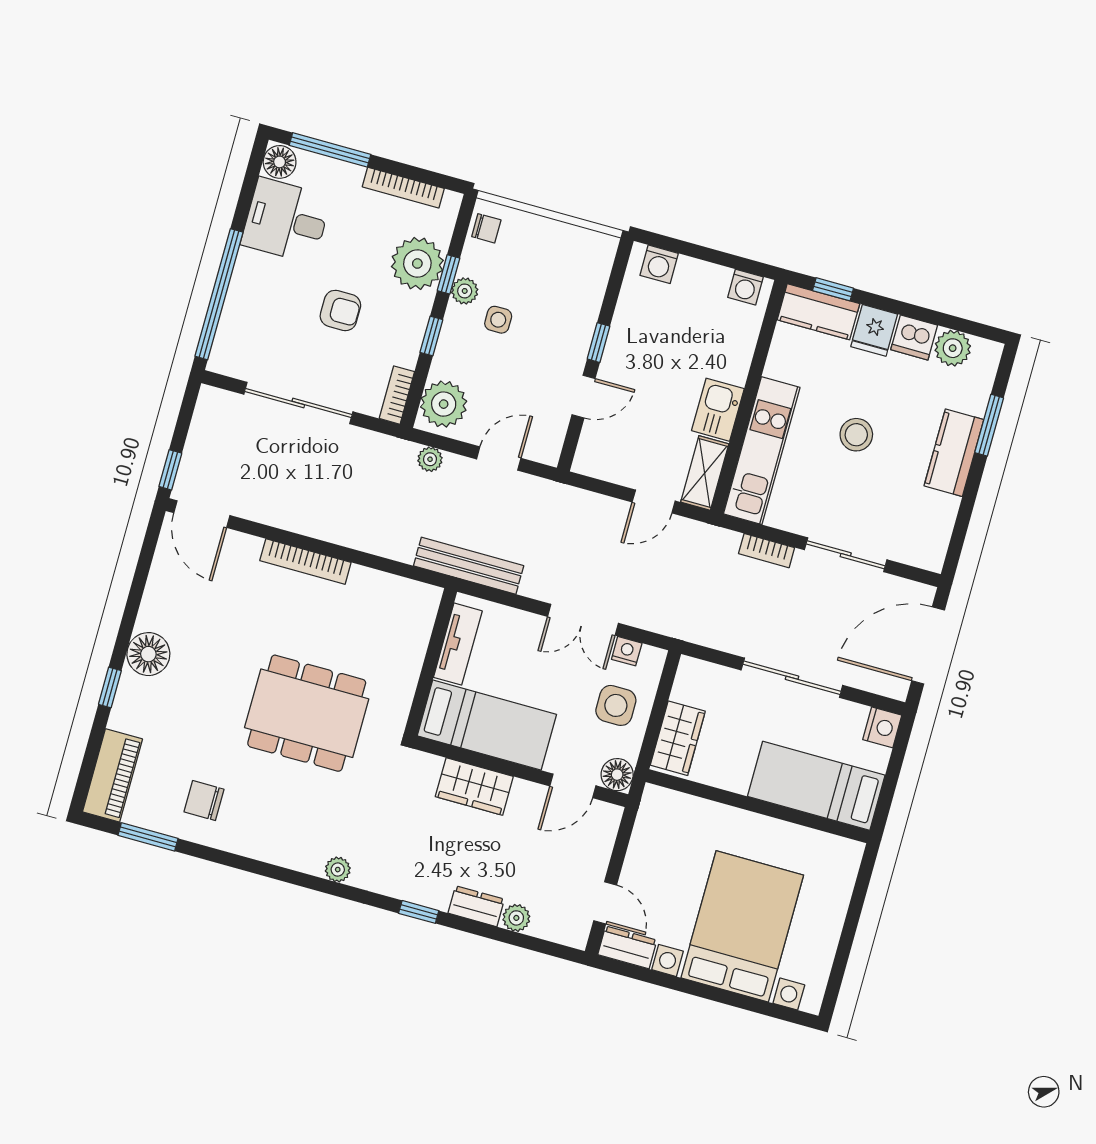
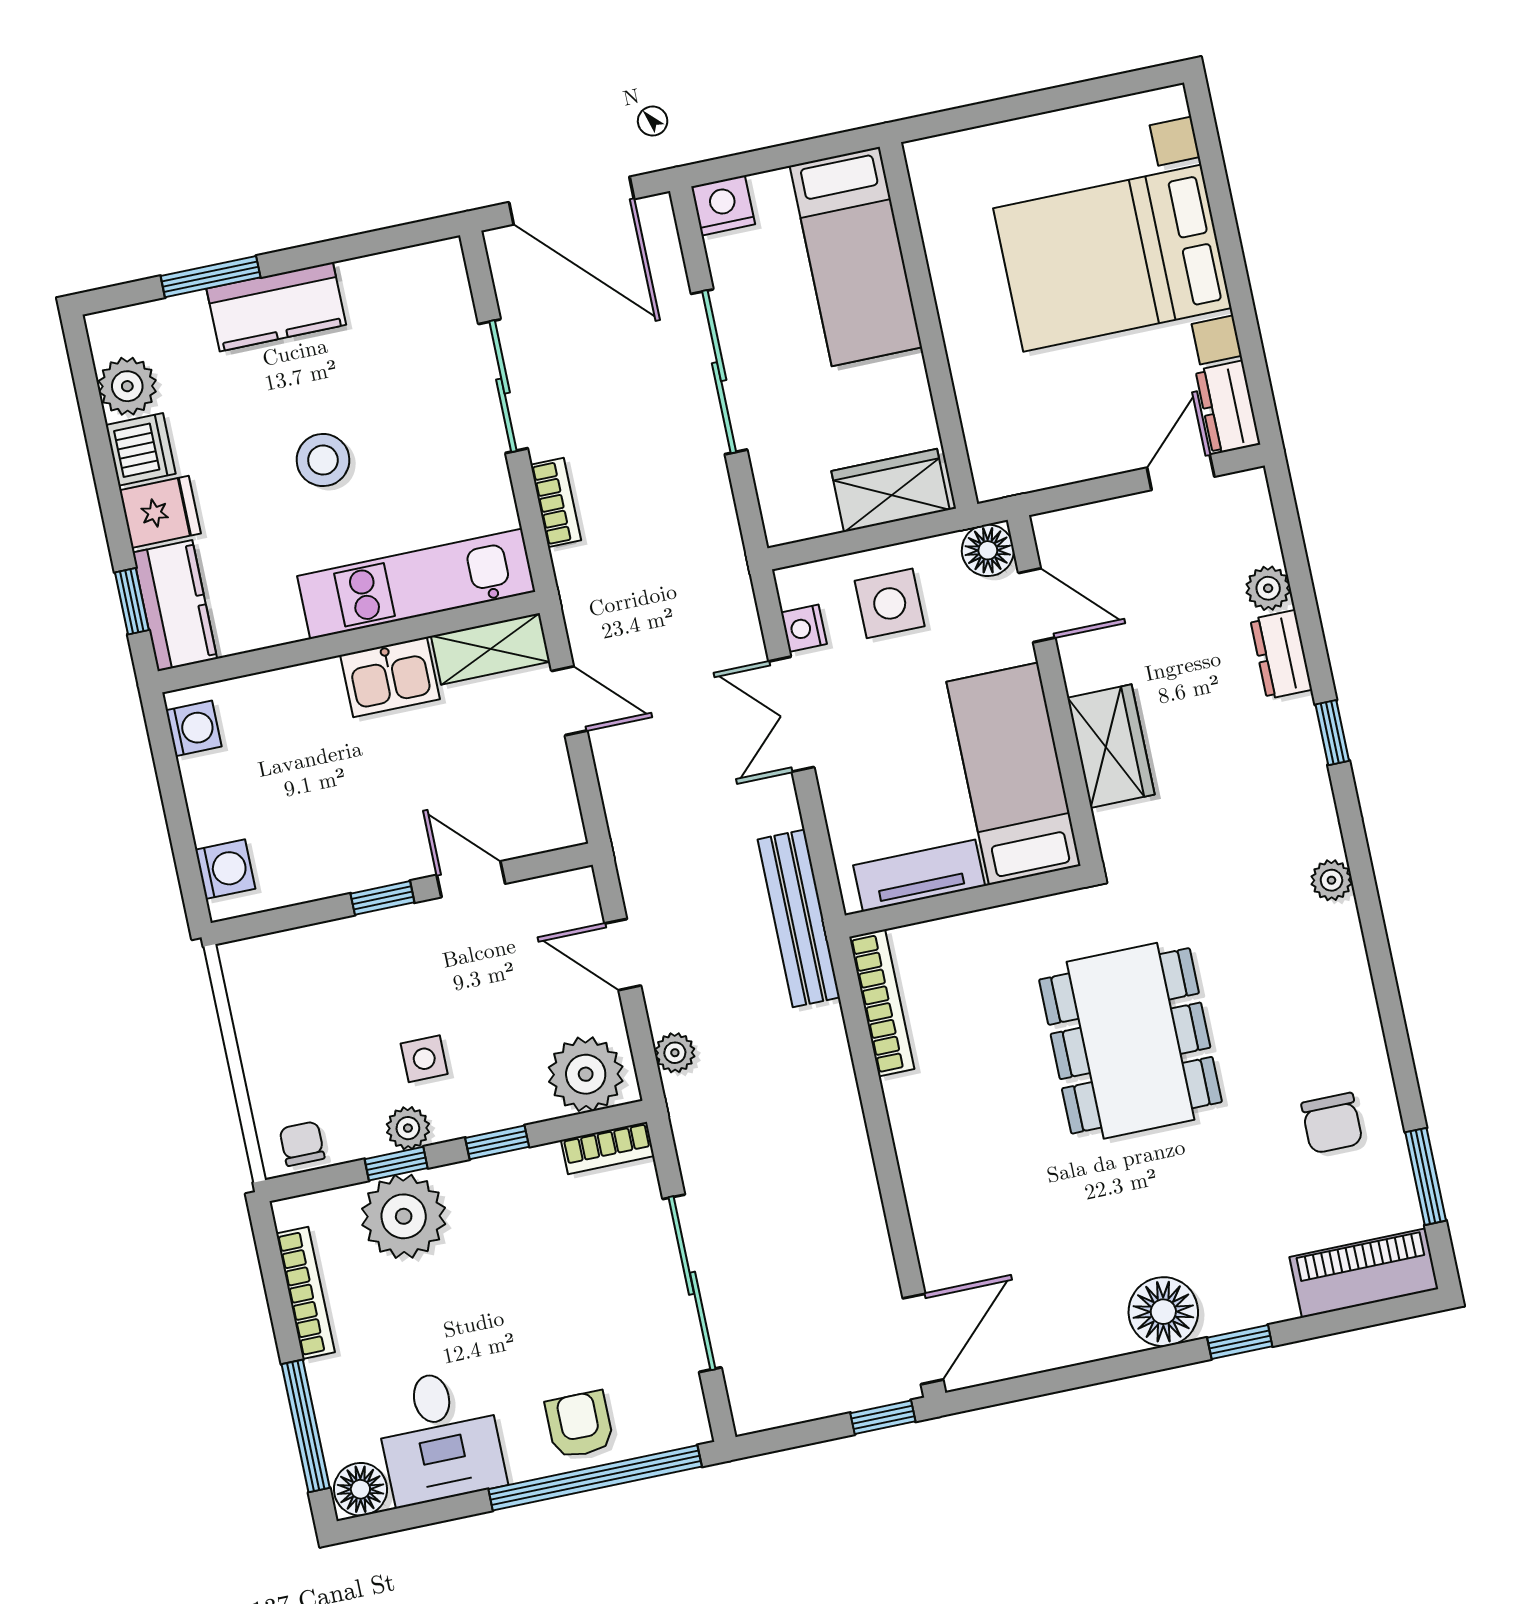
armchair: (340, 310) -> (579, 1425), moved
bookcase: (305, 561) -> (882, 1003), moved
double door: (583, 620) -> (791, 714), swing flipped

